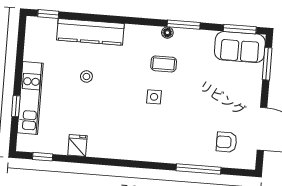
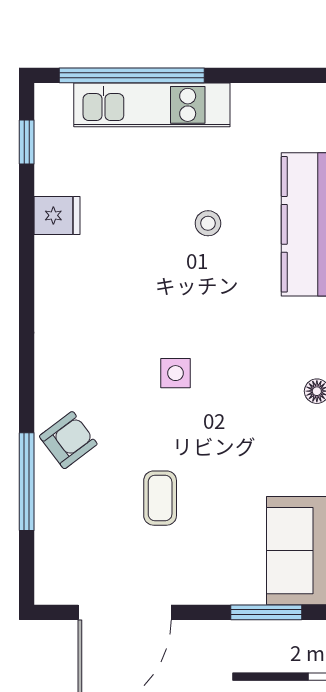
coffee table: (164, 64) -> (160, 498), moved
window: (16, 106) -> (132, 75), width x3.17
armchair: (227, 142) -> (68, 440), moved, turned 53

